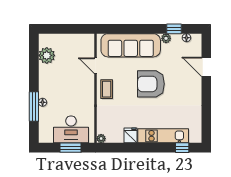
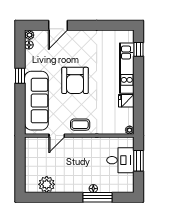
window: (174, 29) -> (20, 76), moved
plant: (166, 38) -> (29, 35), moved
desk: (71, 129) -> (120, 160), width x0.73

